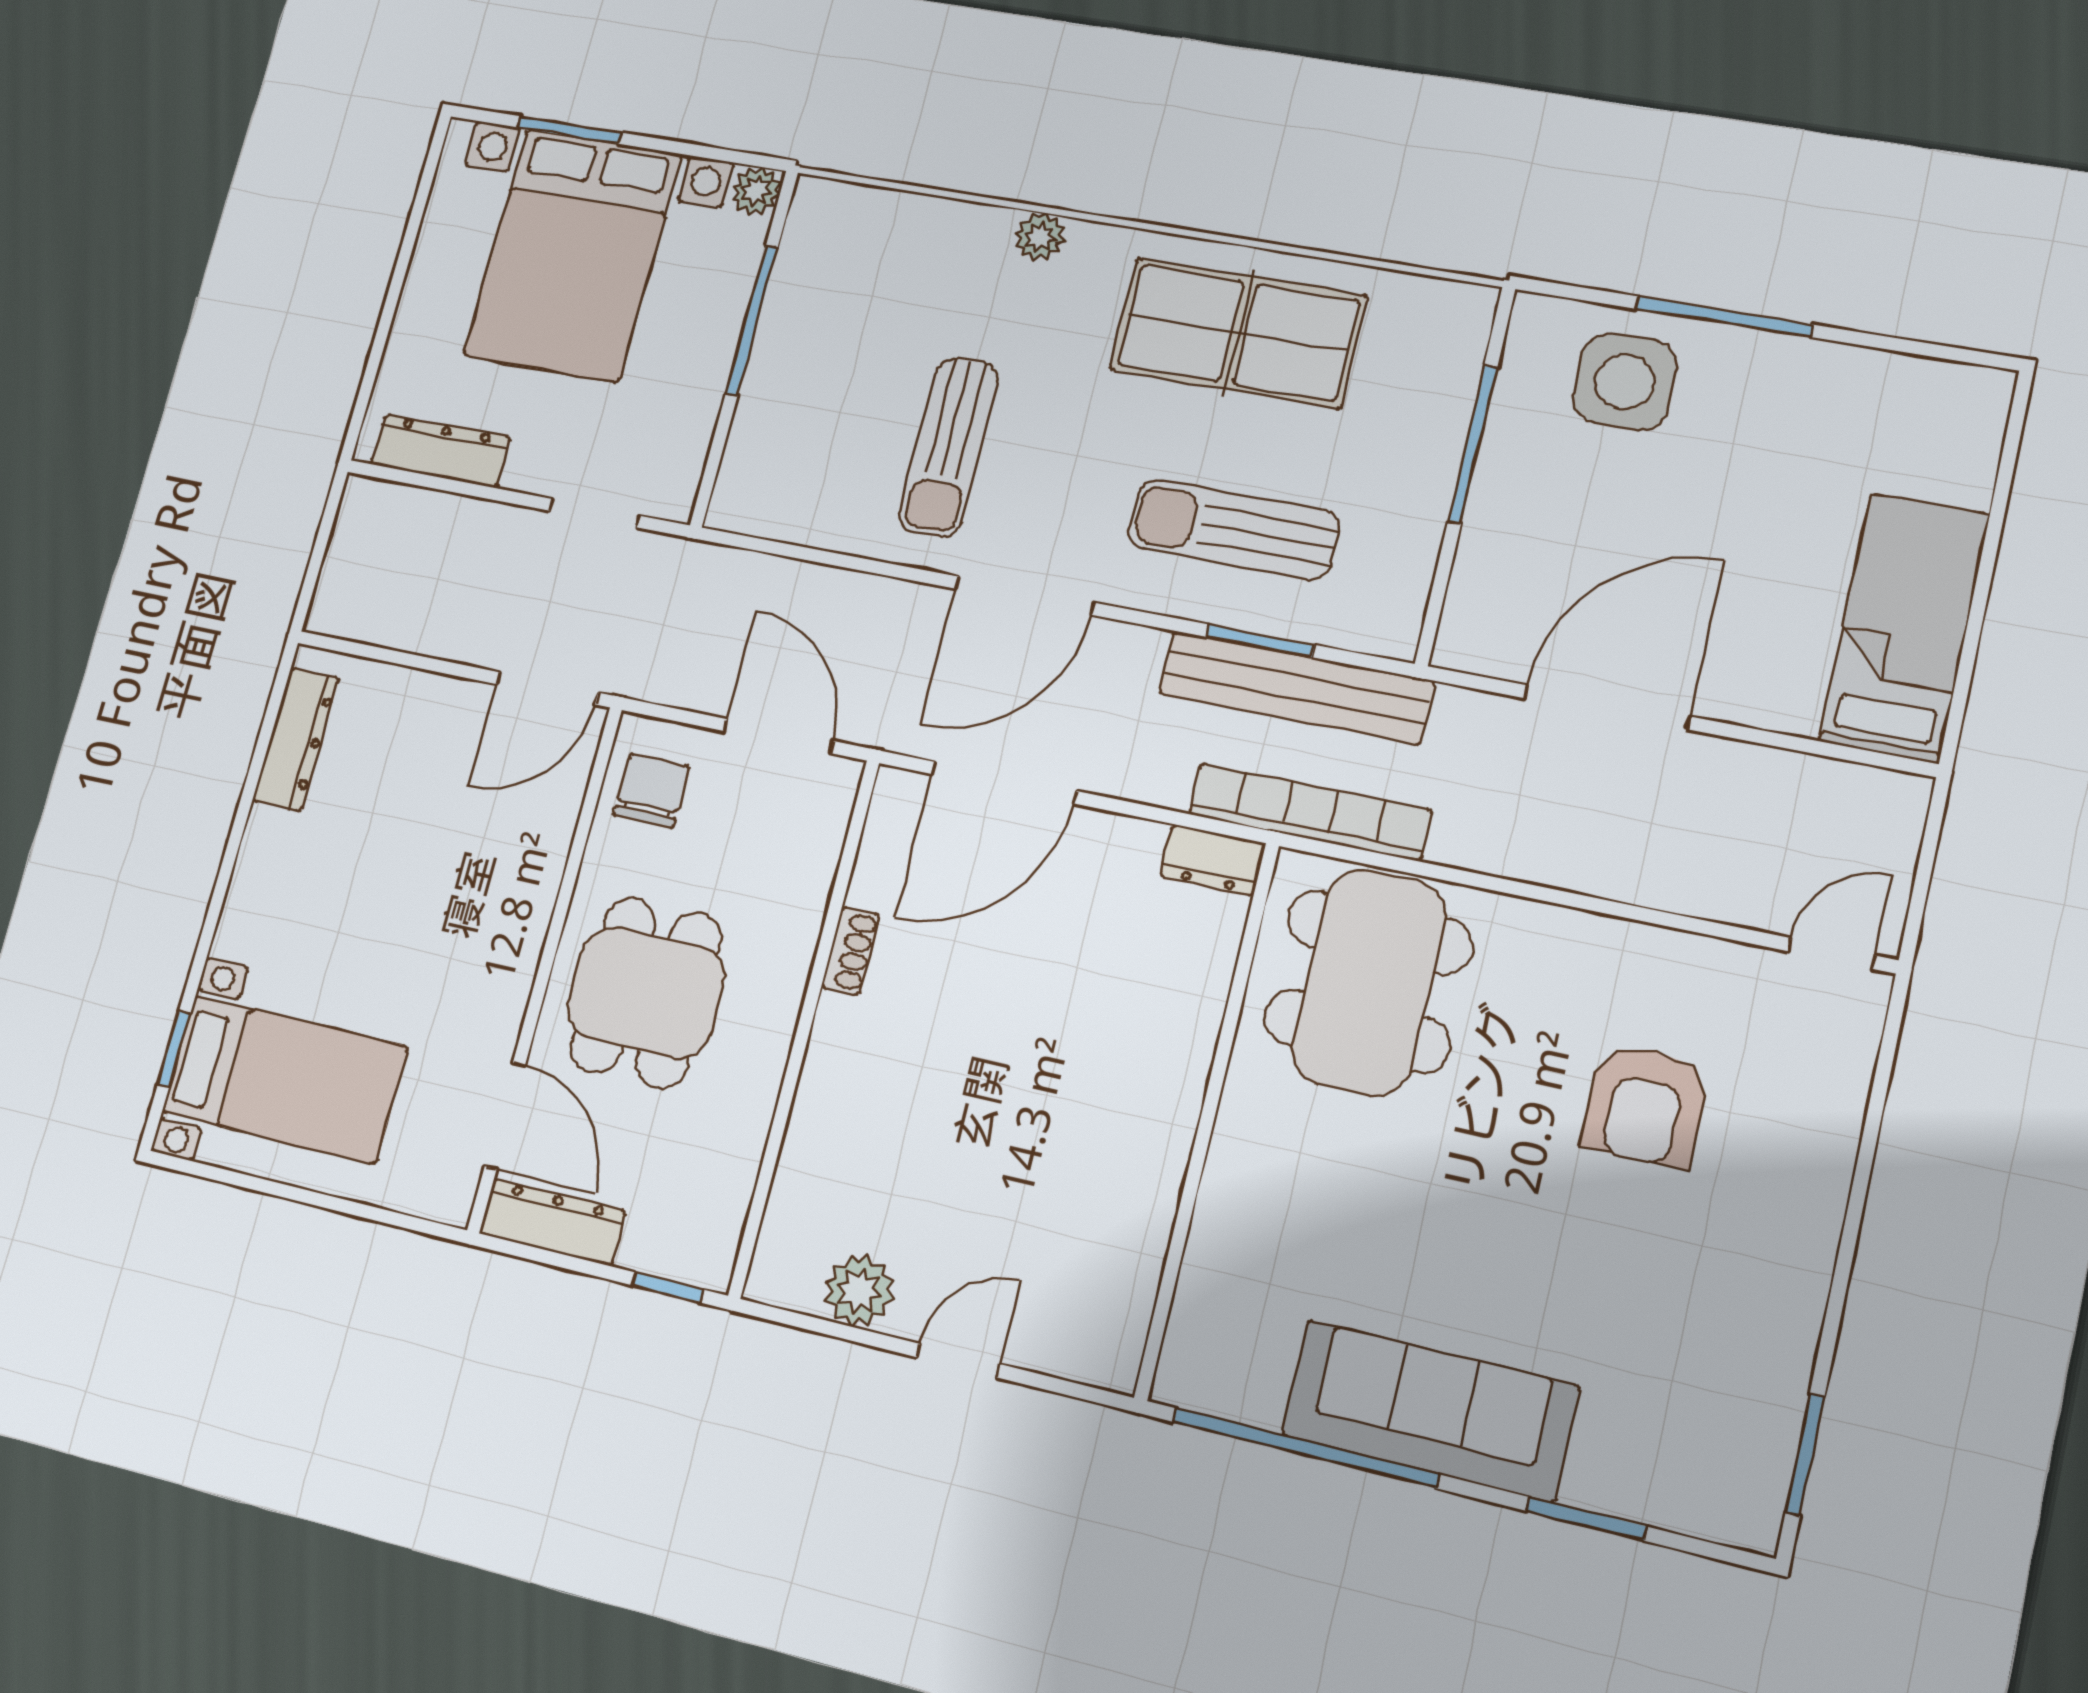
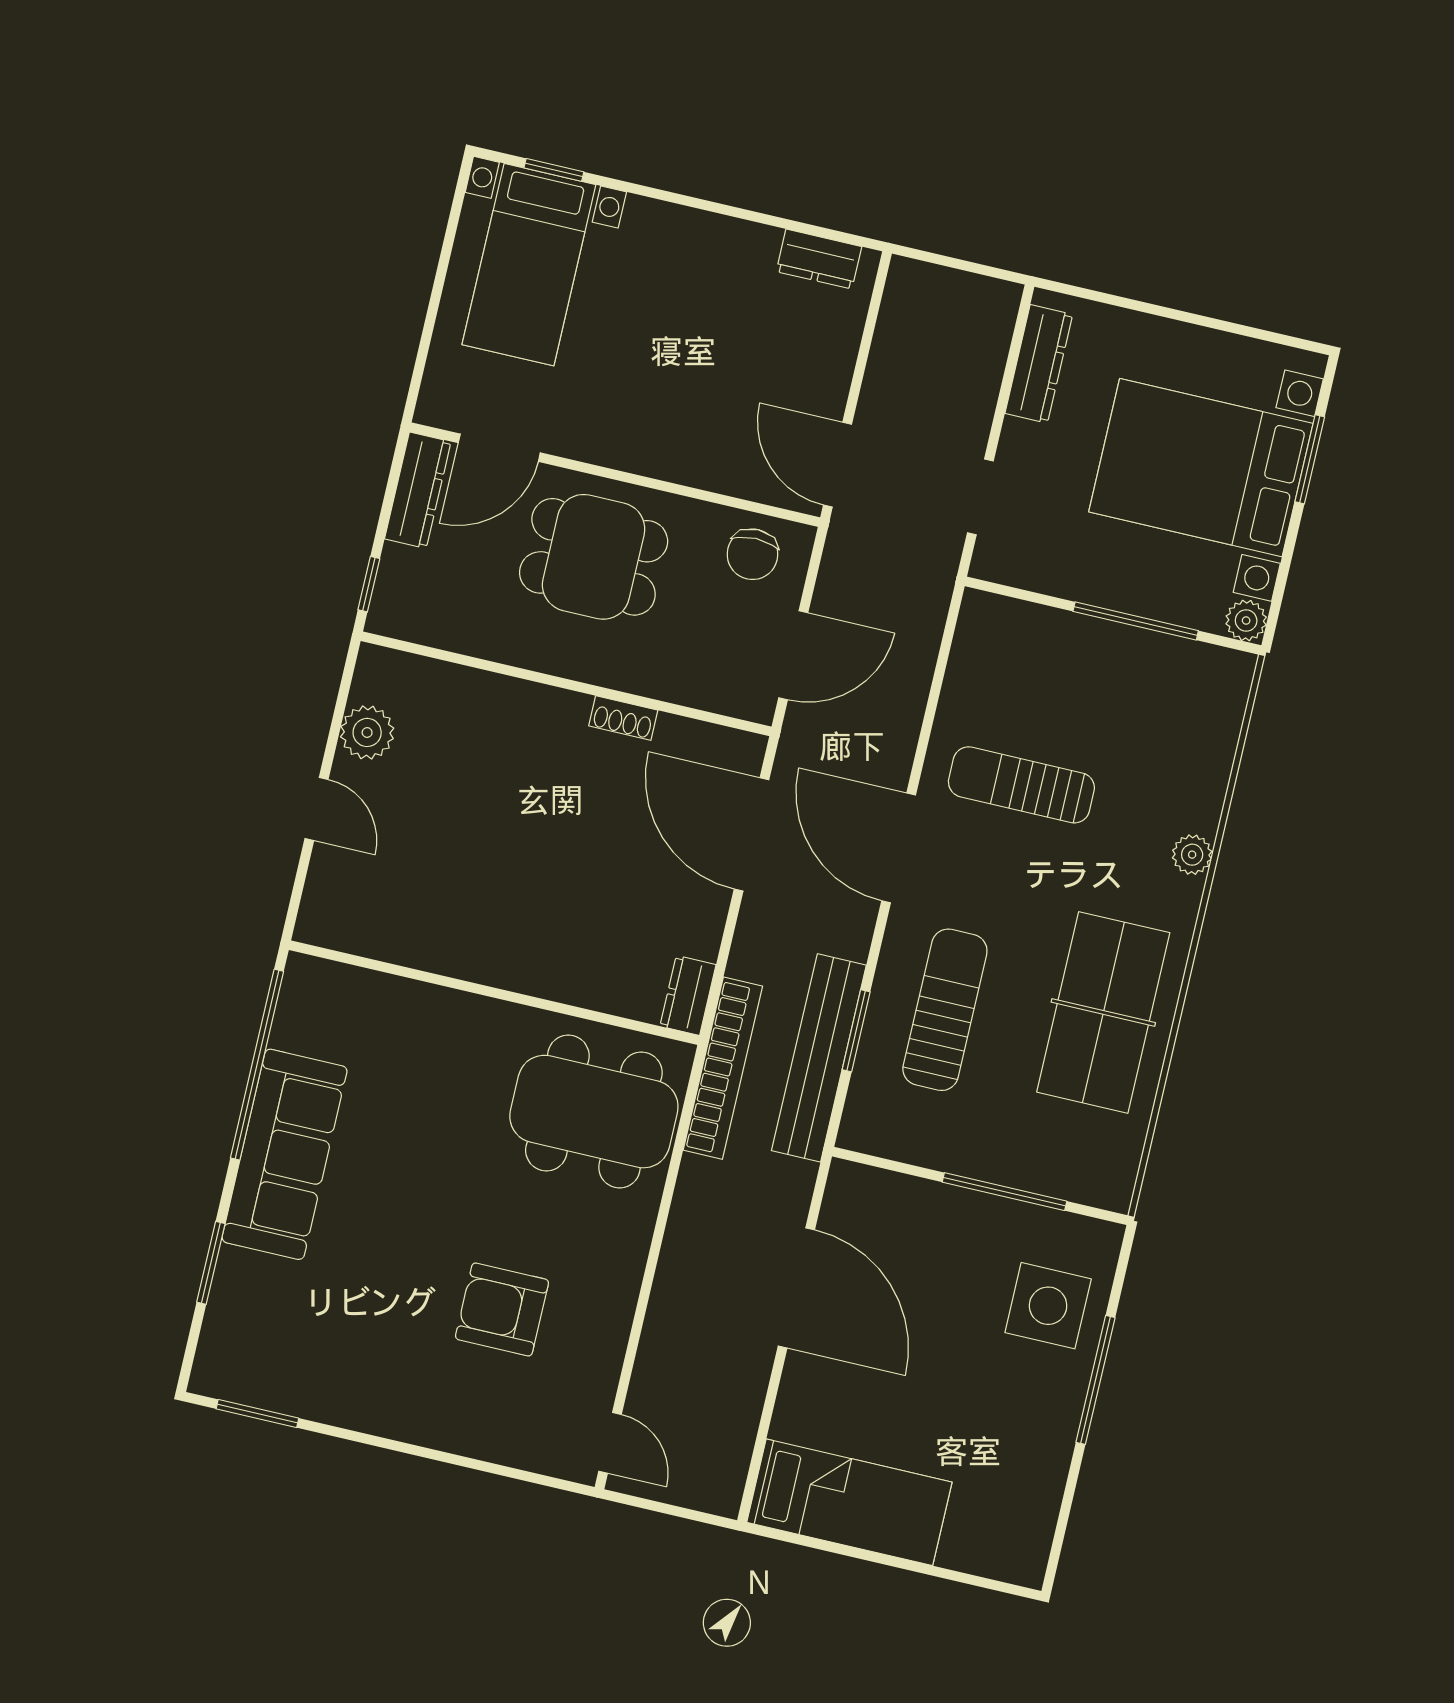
dresser: (296, 739) -> (819, 259), width x0.70
chair: (651, 791) -> (752, 554), turned 90

